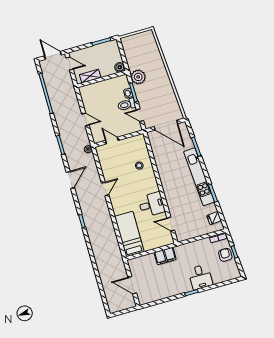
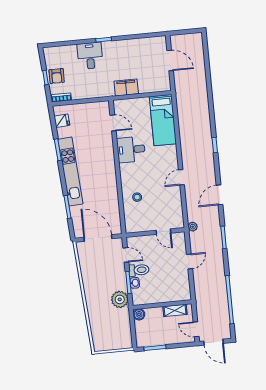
door: (85, 119) -> (190, 261), swing flipped

